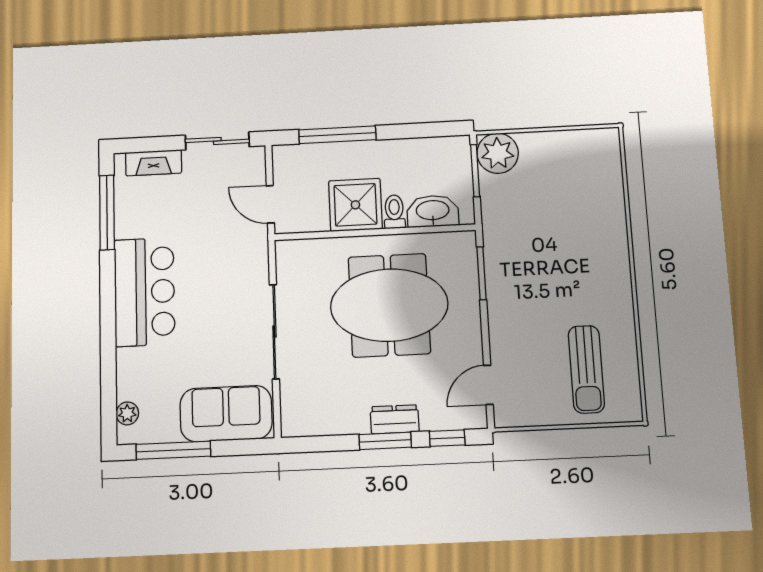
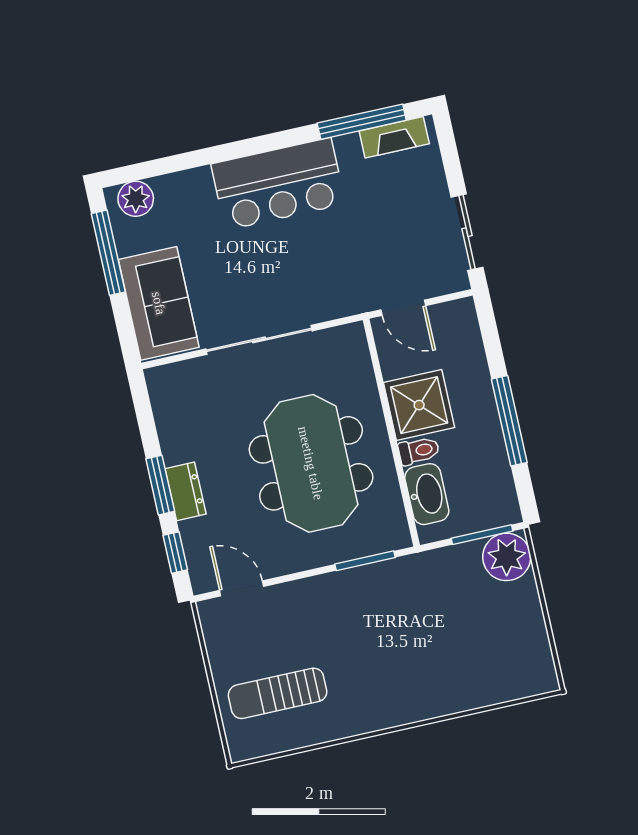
window: (337, 135) -> (509, 421), moved
fireplace: (154, 163) -> (394, 137), moved, turned -90
door: (270, 204) -> (403, 308), swing flipped
plant: (127, 413) -> (136, 199), width x1.38, depth x1.38

